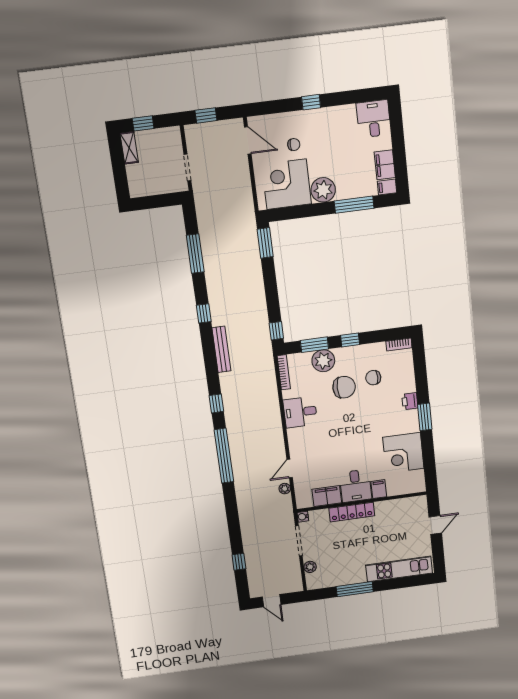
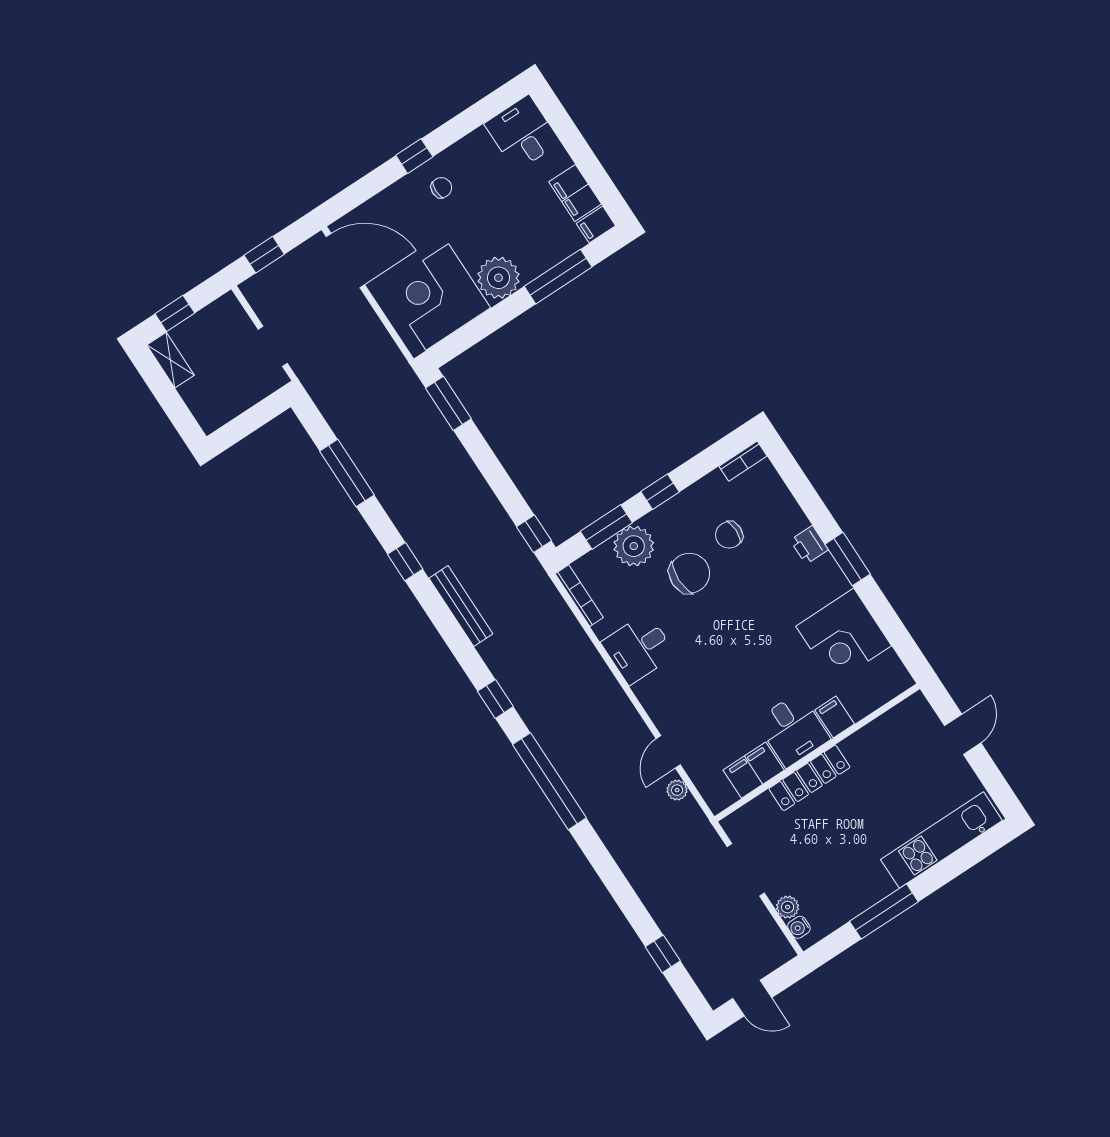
door: (248, 140) -> (345, 260), width x1.36
chair: (294, 145) -> (441, 188), moved
water cooler: (303, 517) -> (799, 927), moved

